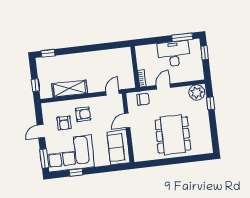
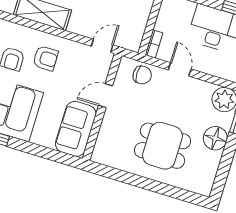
door: (163, 87) -> (180, 69), hinge flipped
floor lamp: (201, 117) -> (215, 138), added
dining table: (173, 135) -> (163, 146), width x0.73

